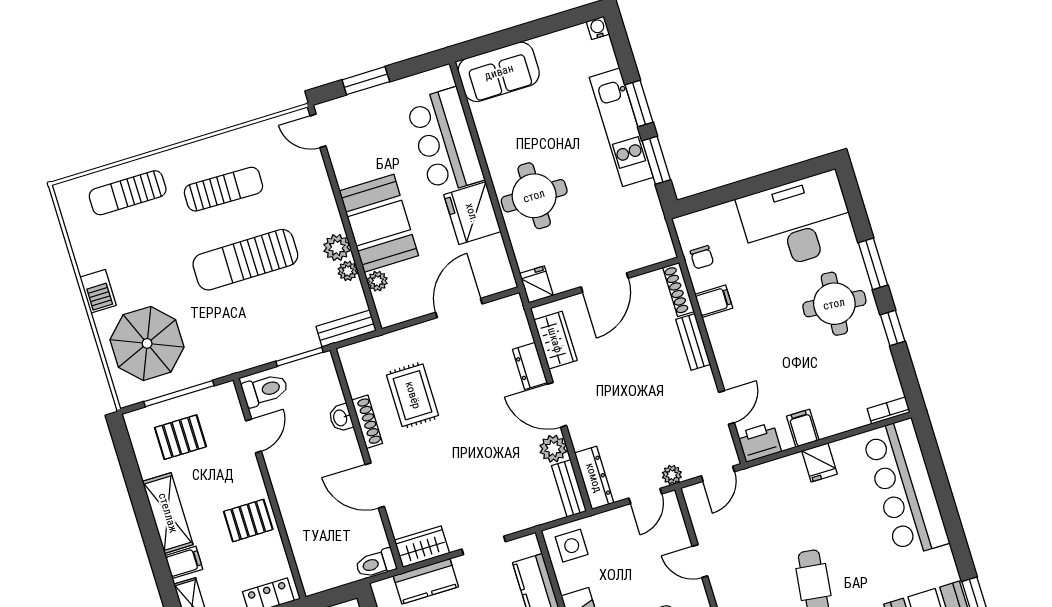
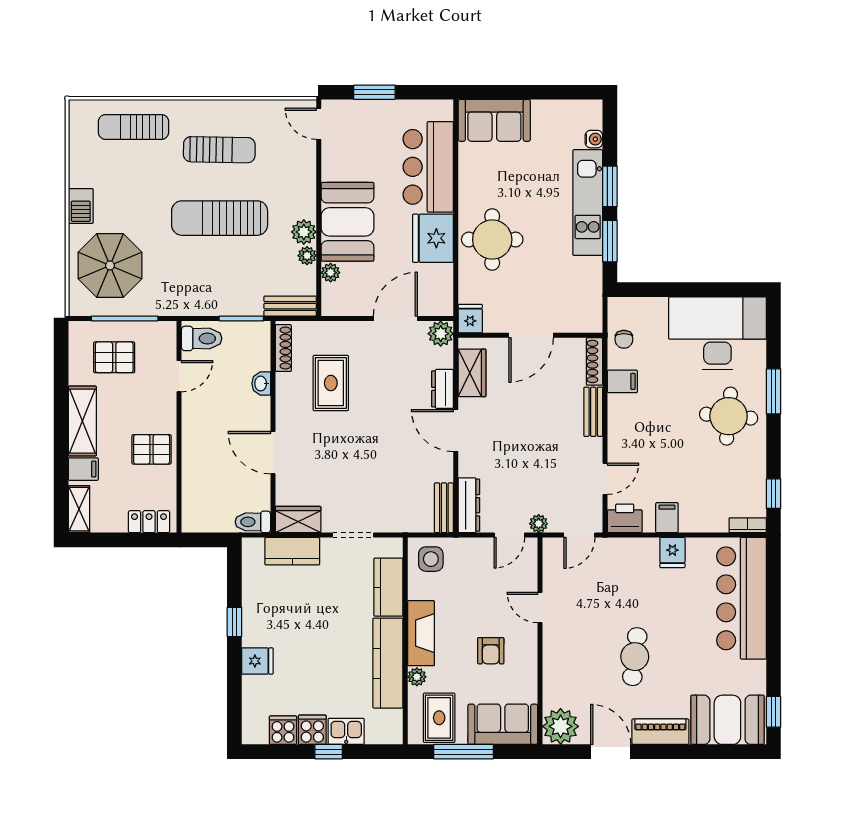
water cooler: (598, 28) -> (594, 139), moved, turned 90
window: (893, 328) -> (773, 494), moved
shoe rack: (367, 422) -> (283, 348), moved
plant: (553, 449) -> (441, 334), moved

